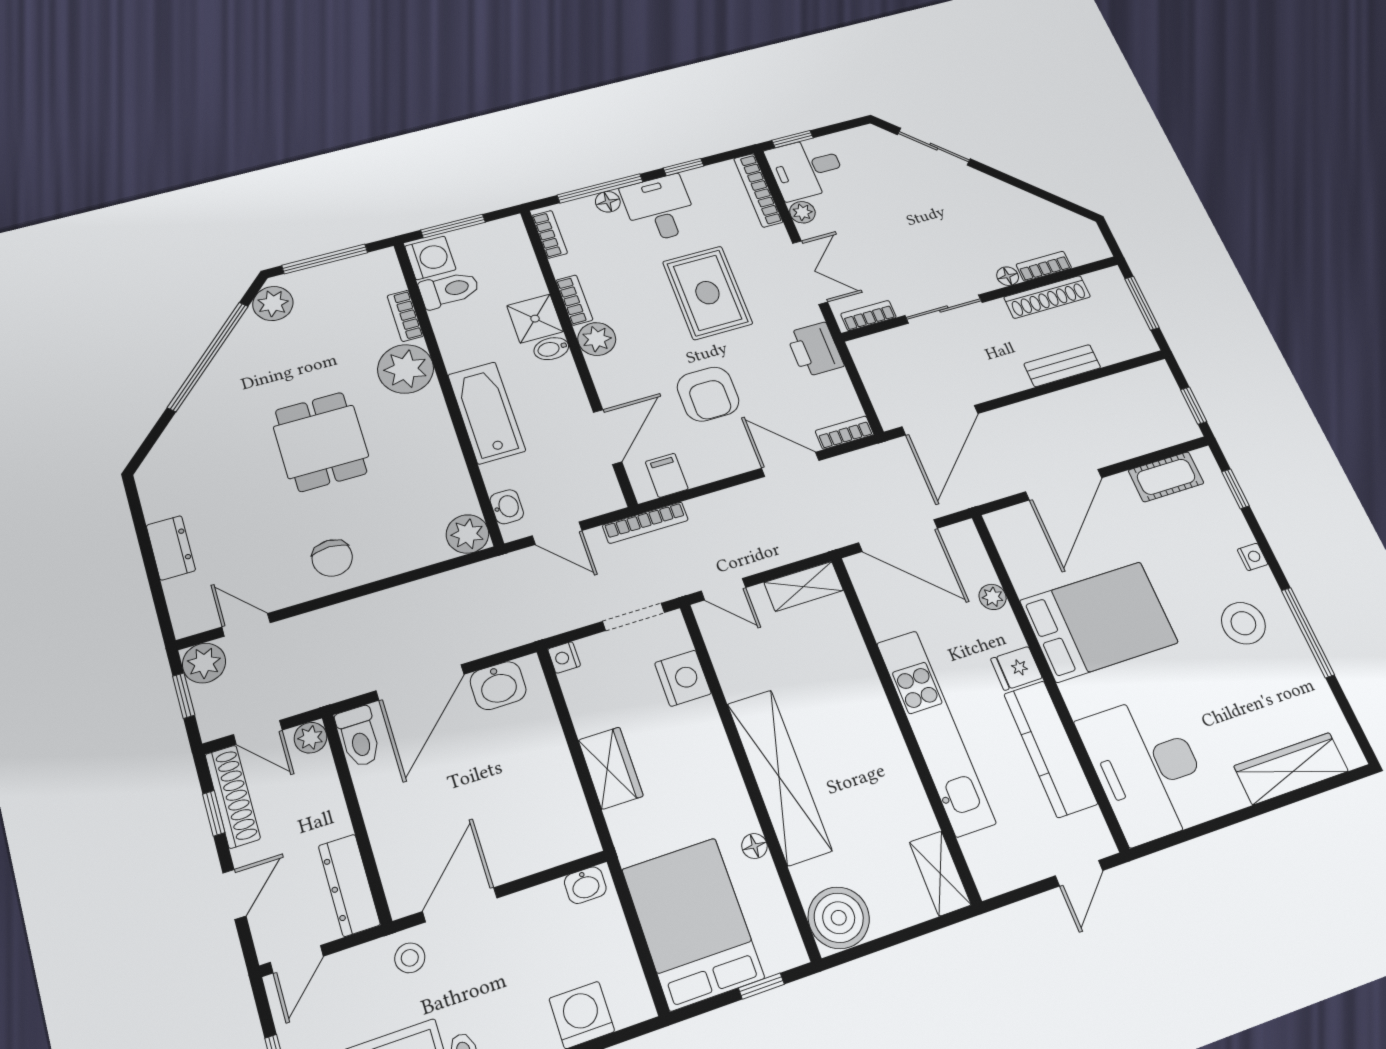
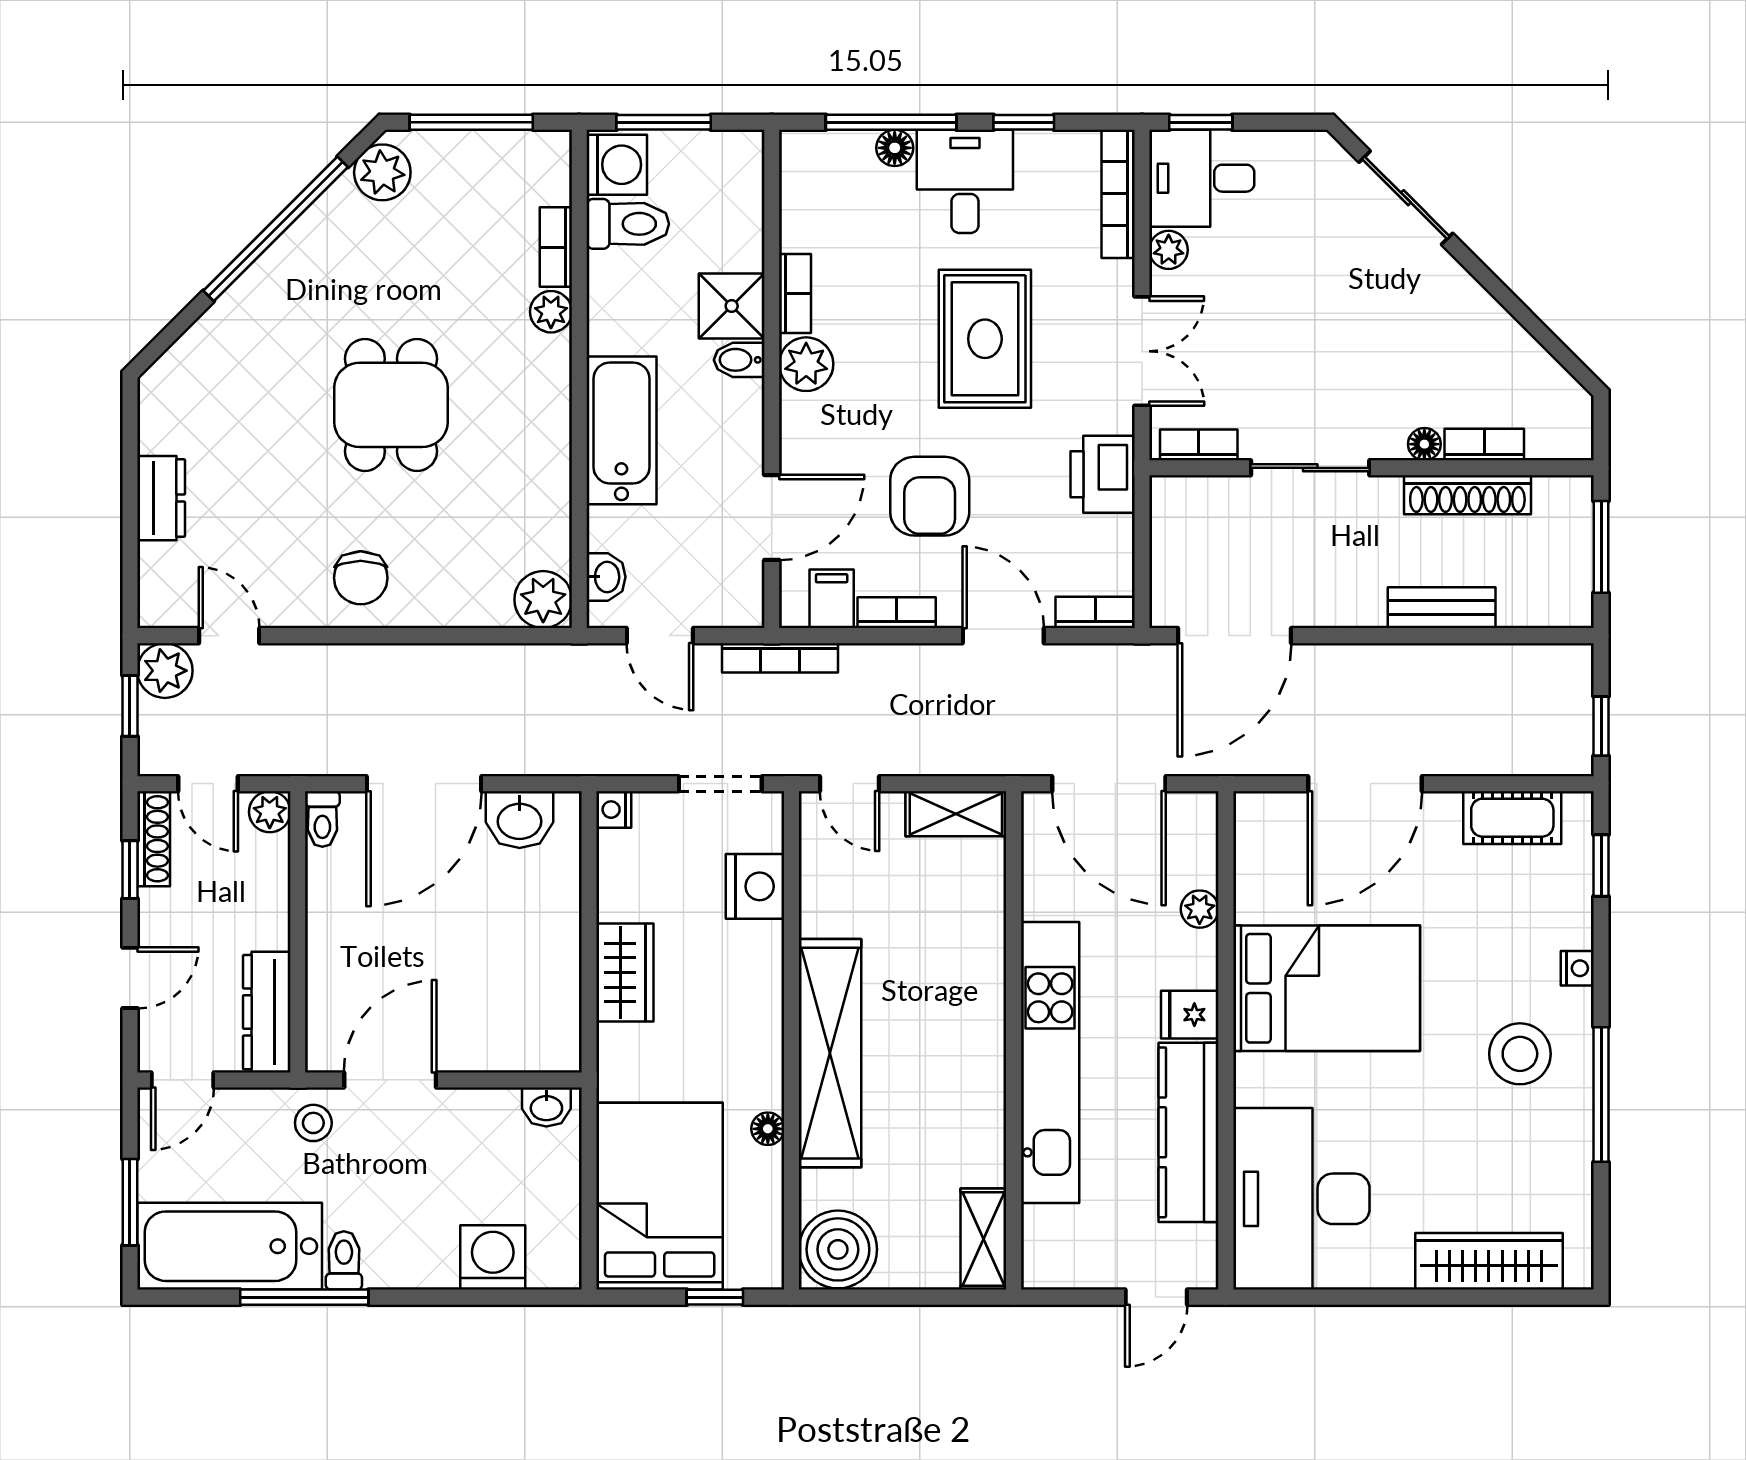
bookcase: (550, 234) -> (897, 613), moved, turned -90
plant: (406, 369) -> (551, 312), width x0.53, depth x0.53
toilet: (359, 737) -> (322, 819), width x0.73, depth x0.72
shoe rack: (233, 796) -> (154, 839), width x0.74, depth x0.81

